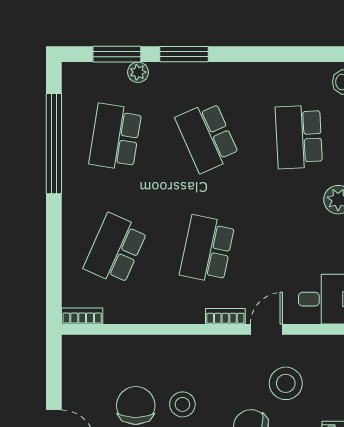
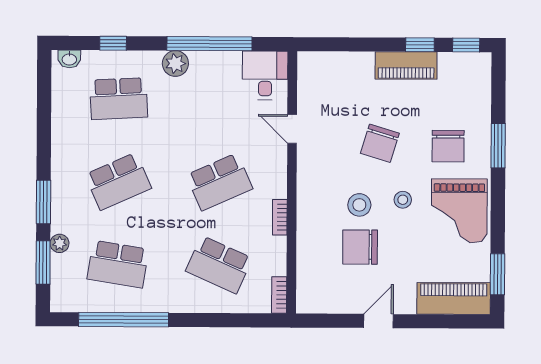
school desk: (207, 249) -> (219, 182), turned -36
bookcase: (225, 316) -> (280, 217), moved
stool: (286, 383) -> (341, 112), removed

